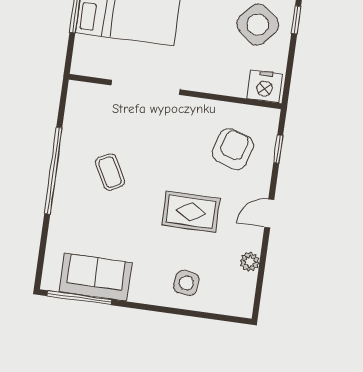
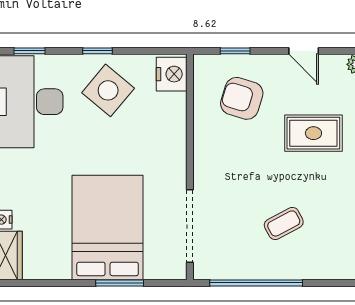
doorway: (146, 87) -> (190, 226), moved
window: (53, 171) -> (256, 283), moved
rug: (191, 212) -> (313, 133), turned 90

